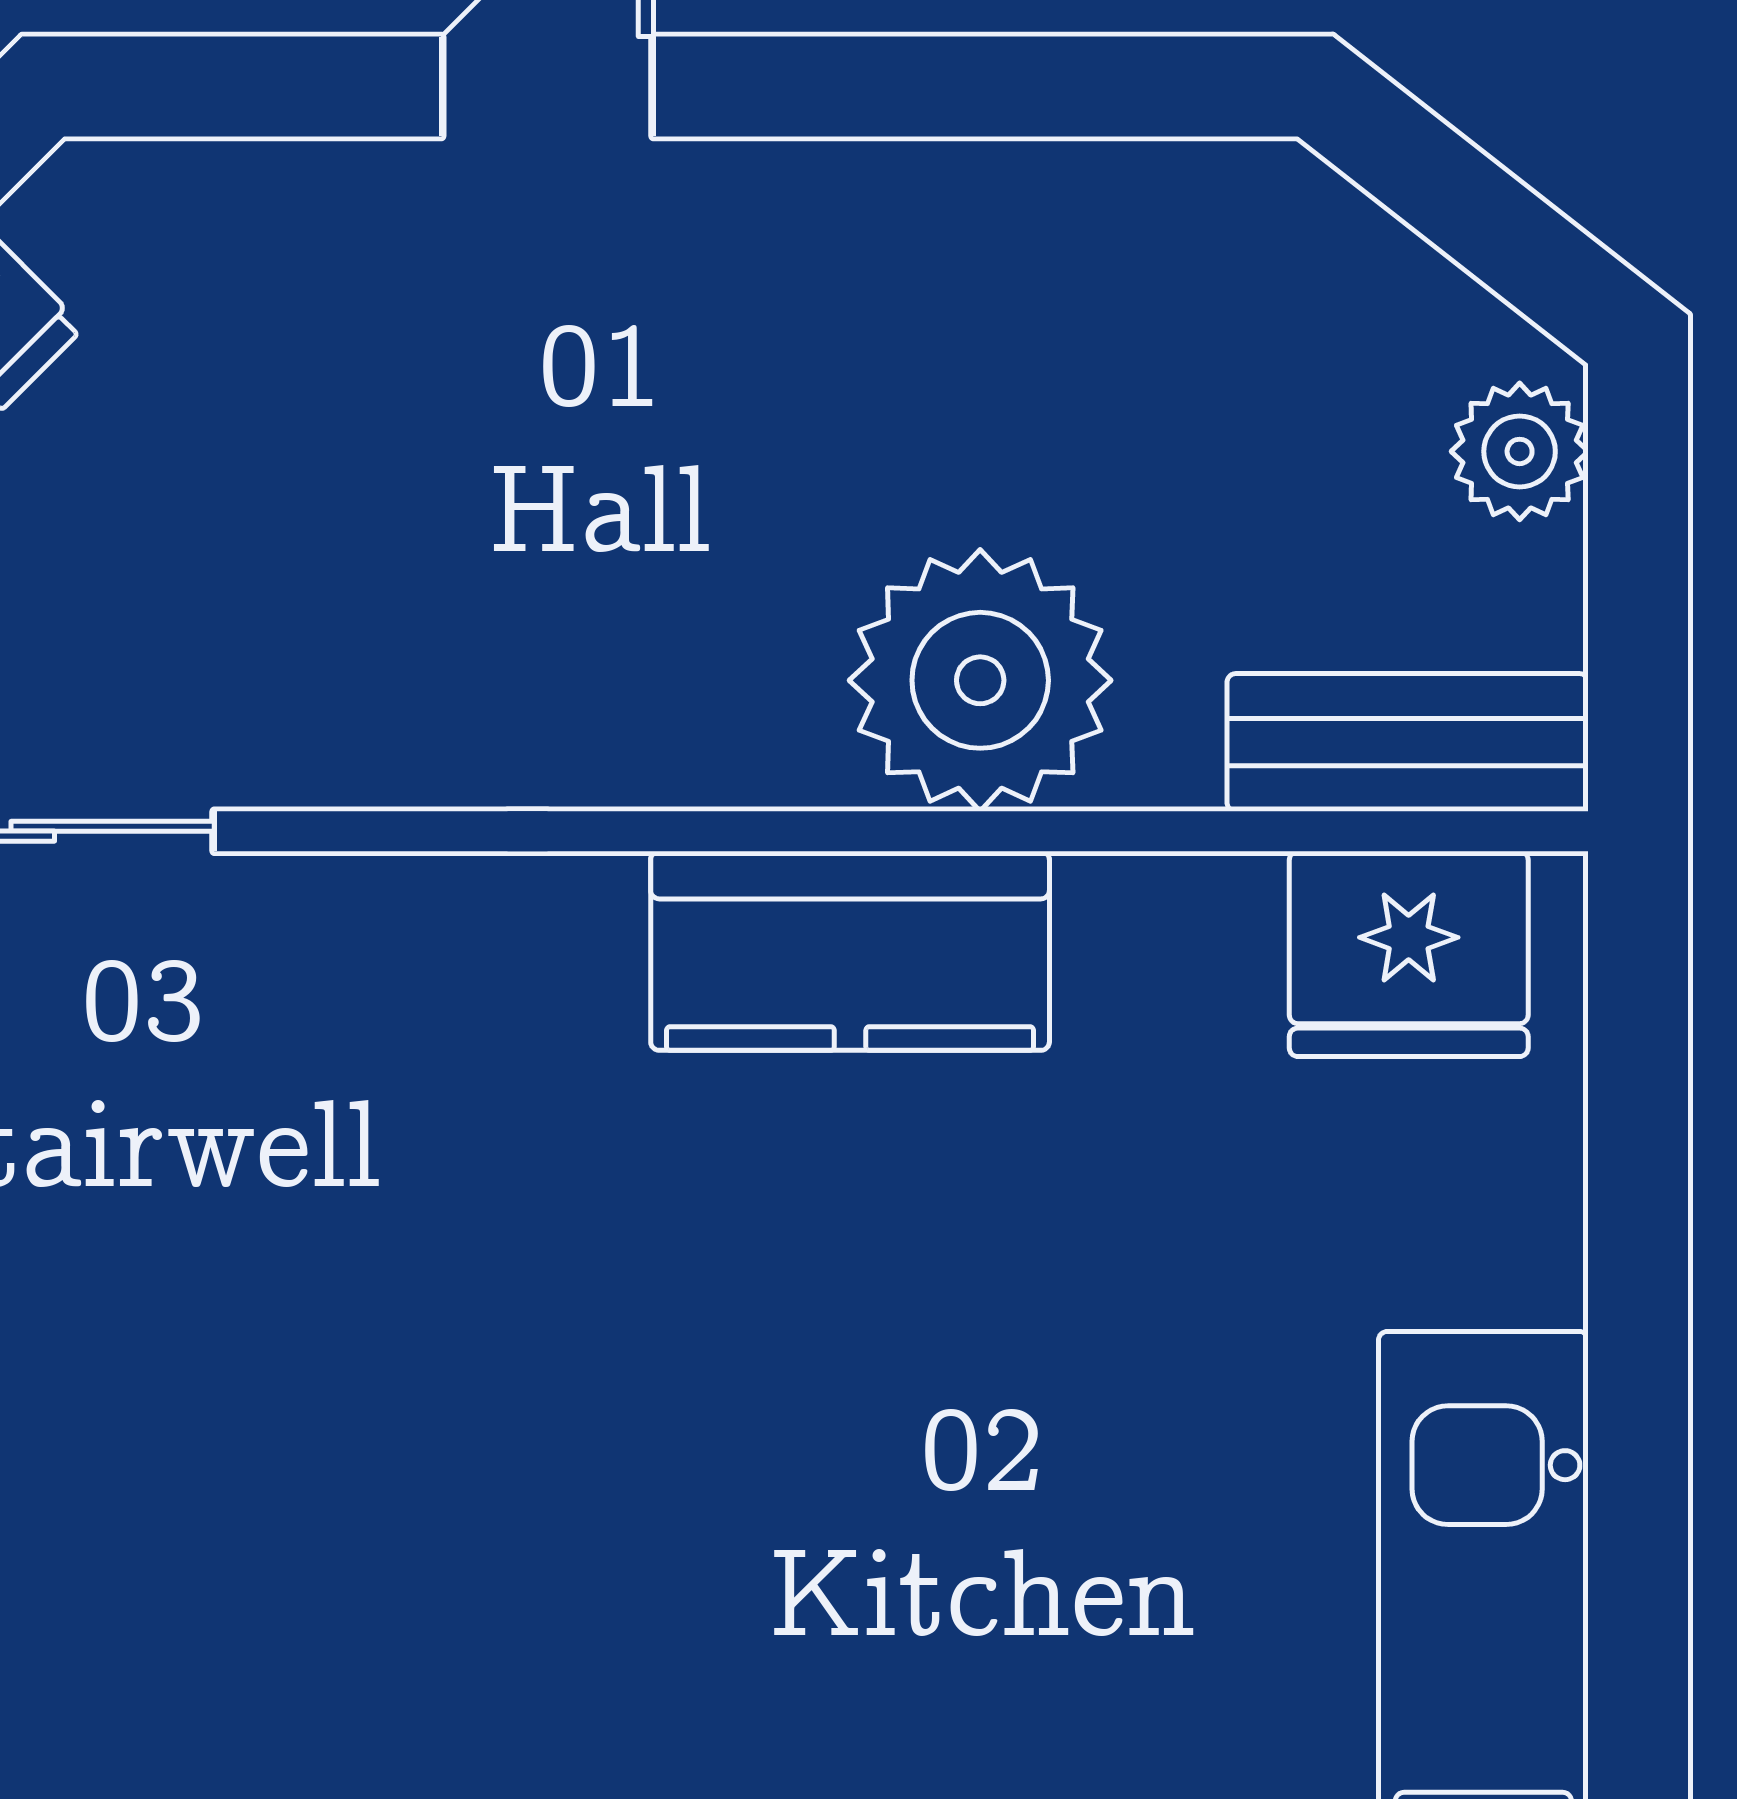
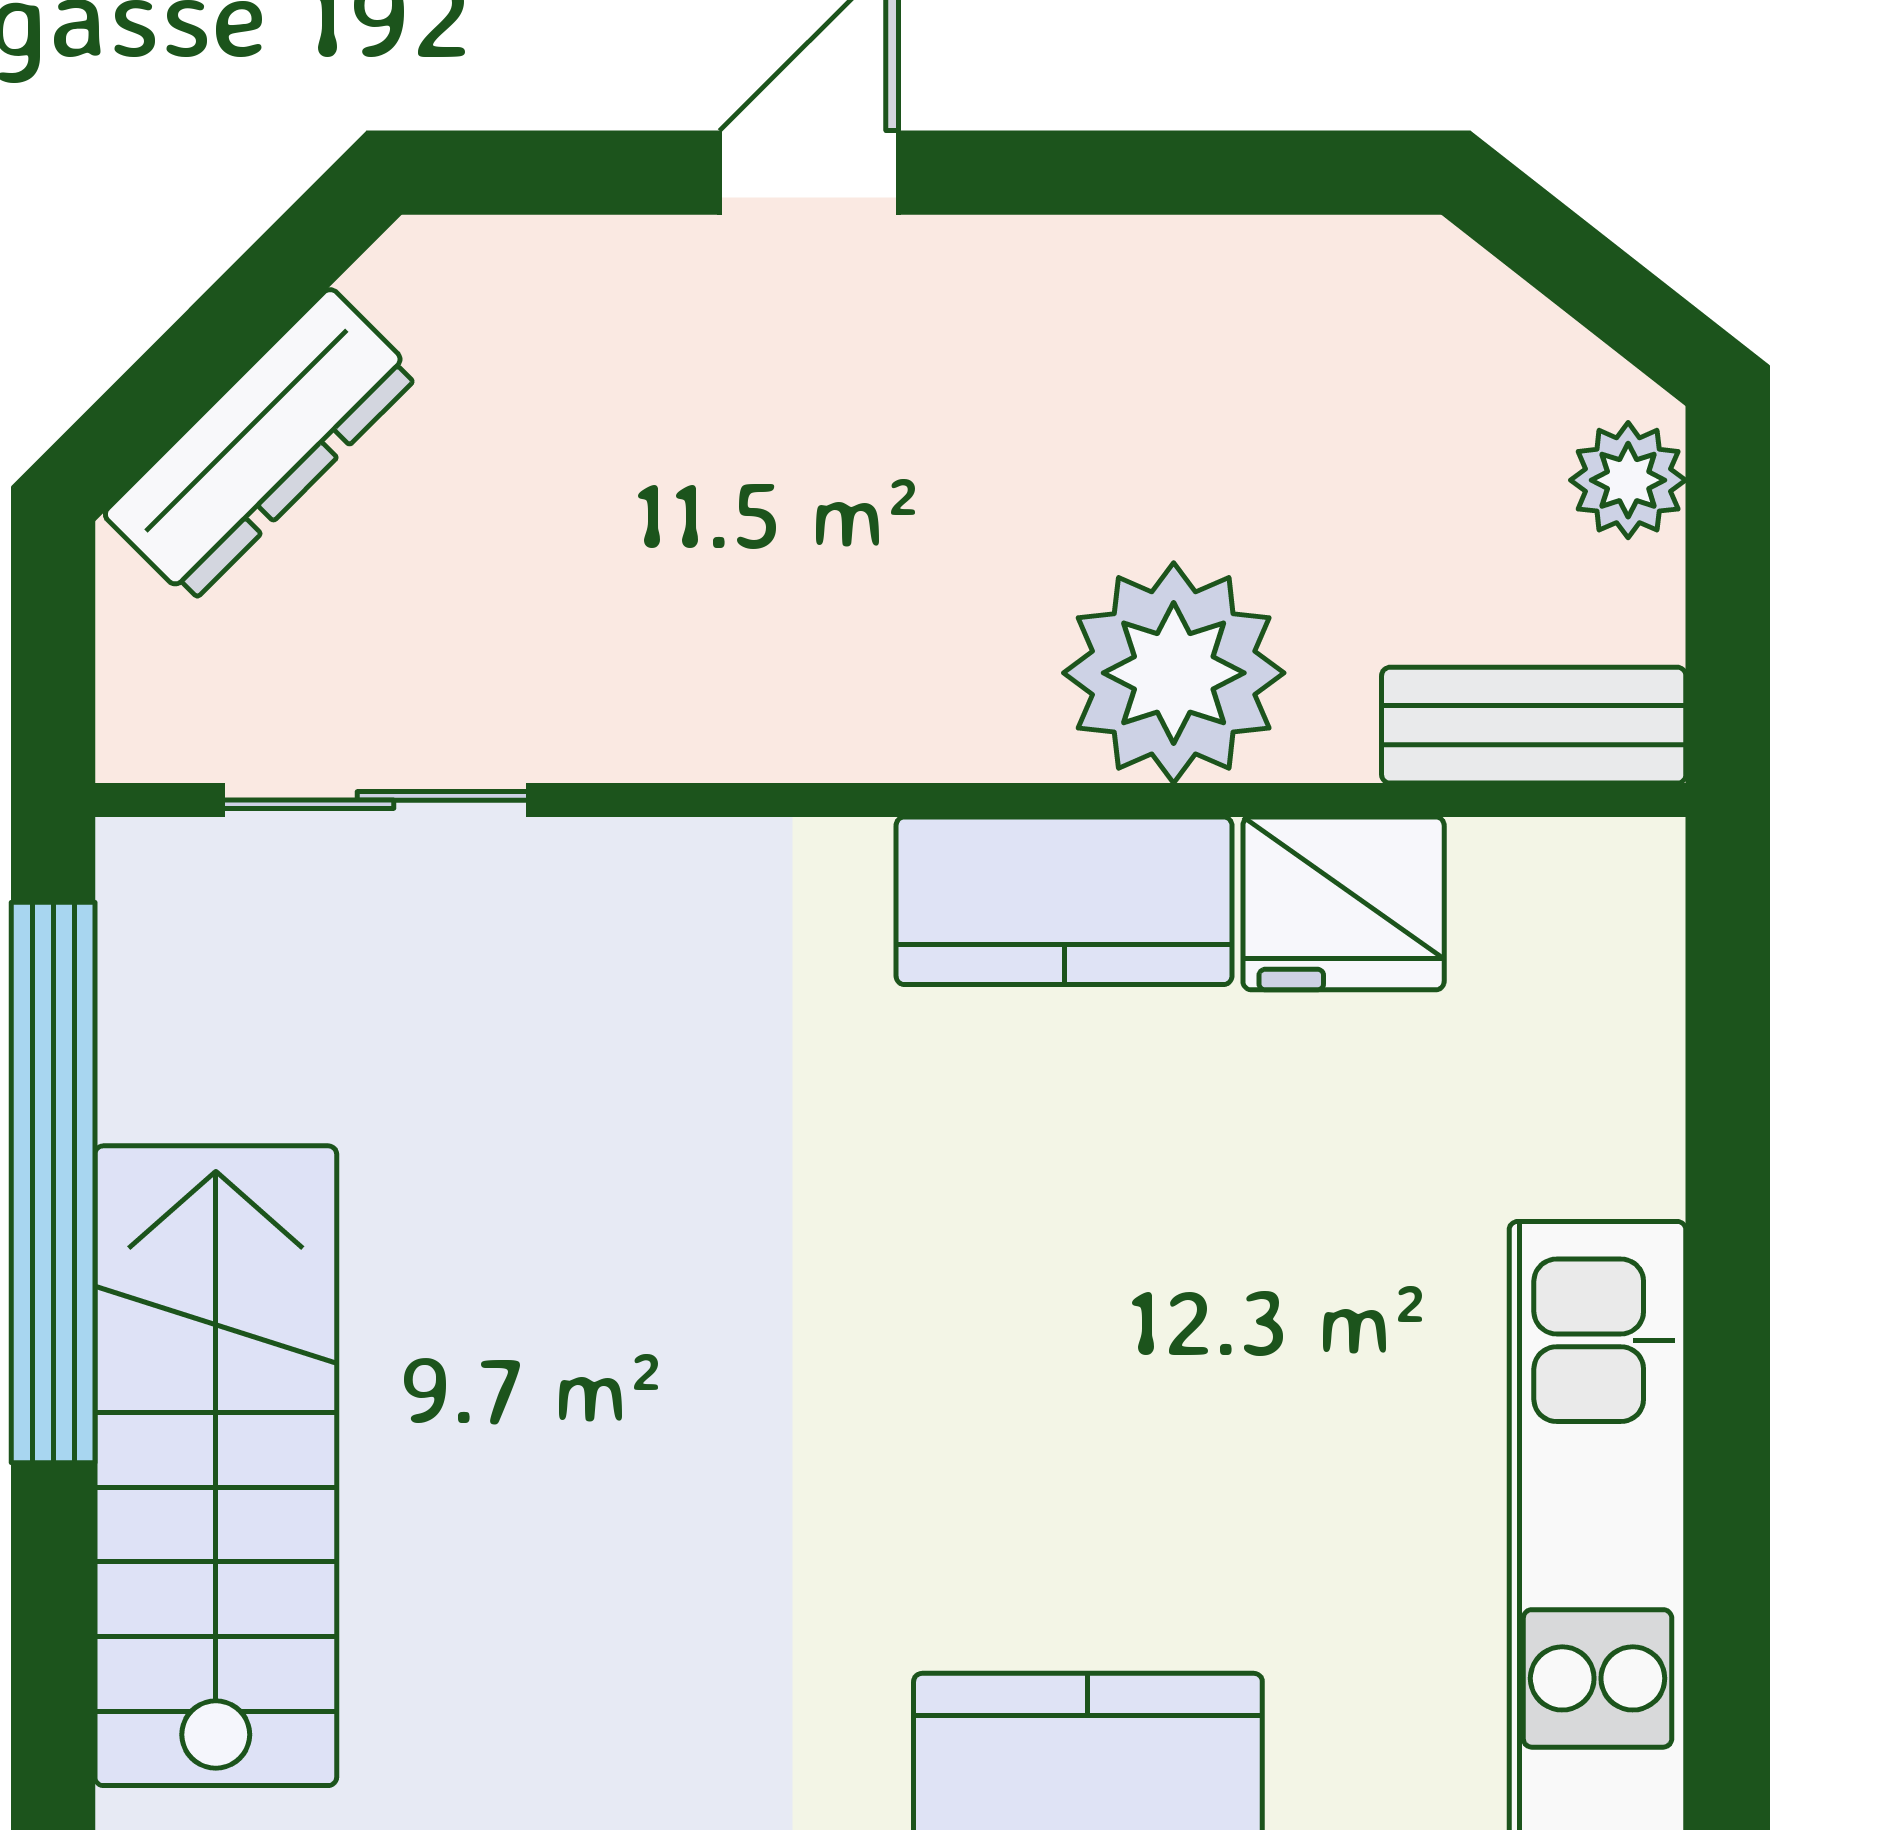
fridge: (1409, 954) -> (1344, 903), moved

